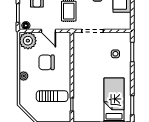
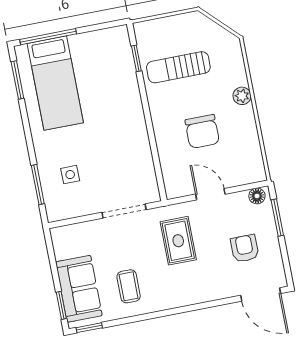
plant: (28, 41) -> (247, 167), removed
chair: (47, 62) -> (202, 131), turned 90

